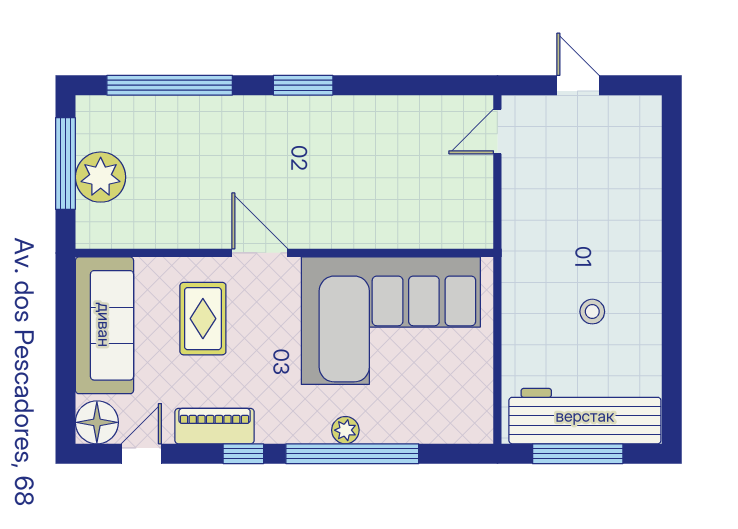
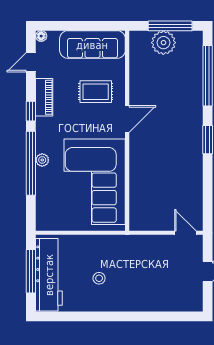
floor lamp: (97, 422) -> (41, 36), width x0.53, depth x0.53
door: (141, 454) -> (31, 62), swing flipped

